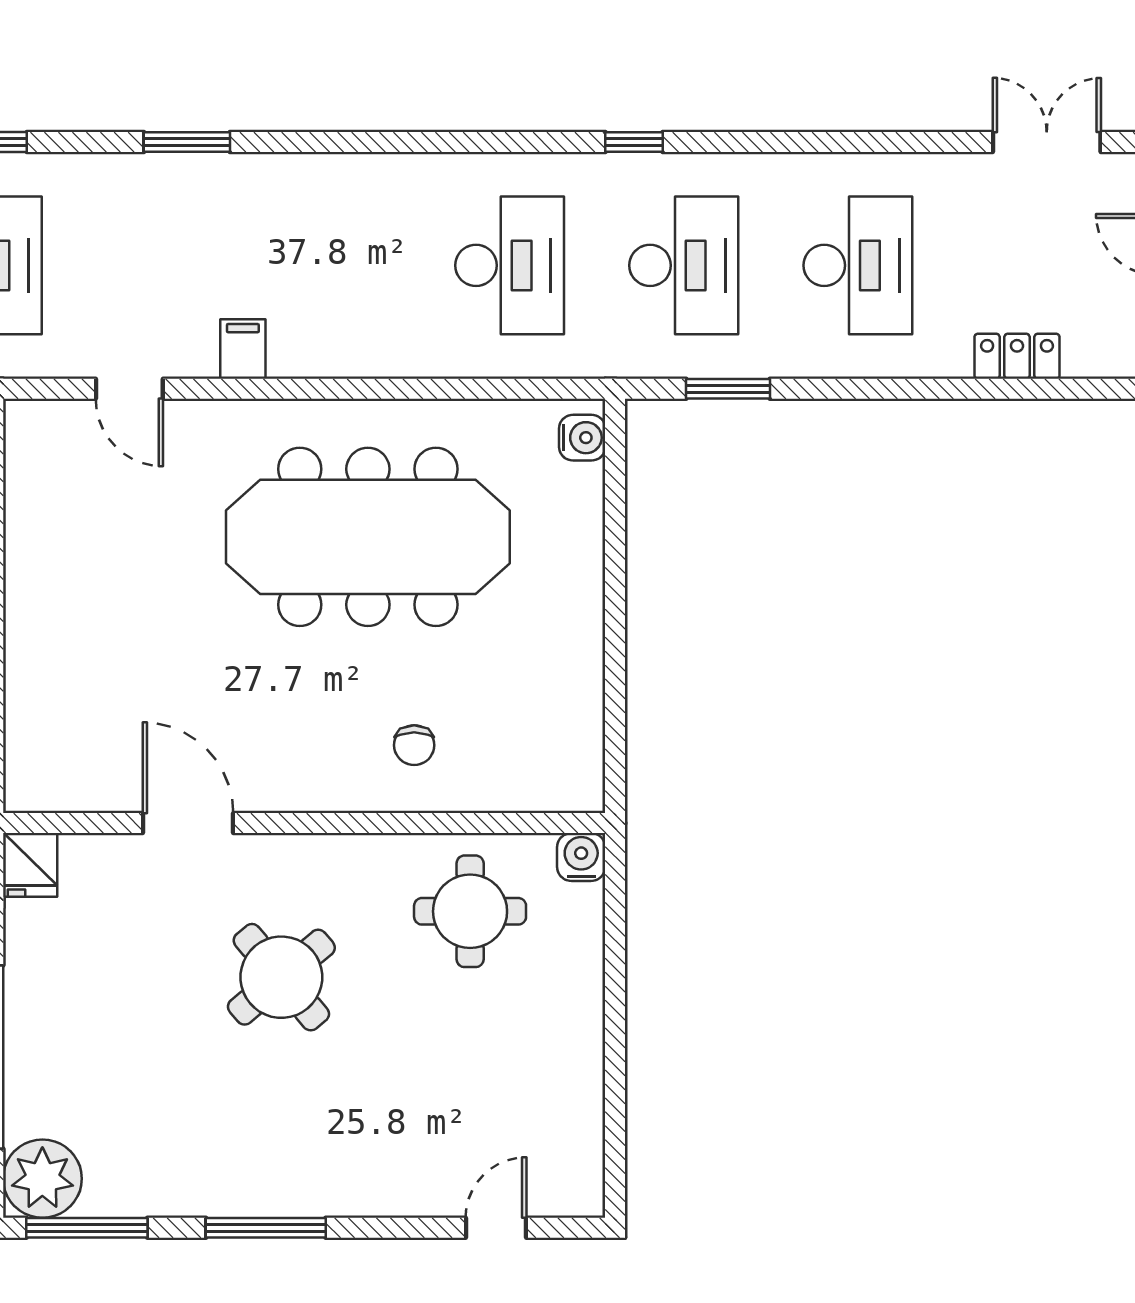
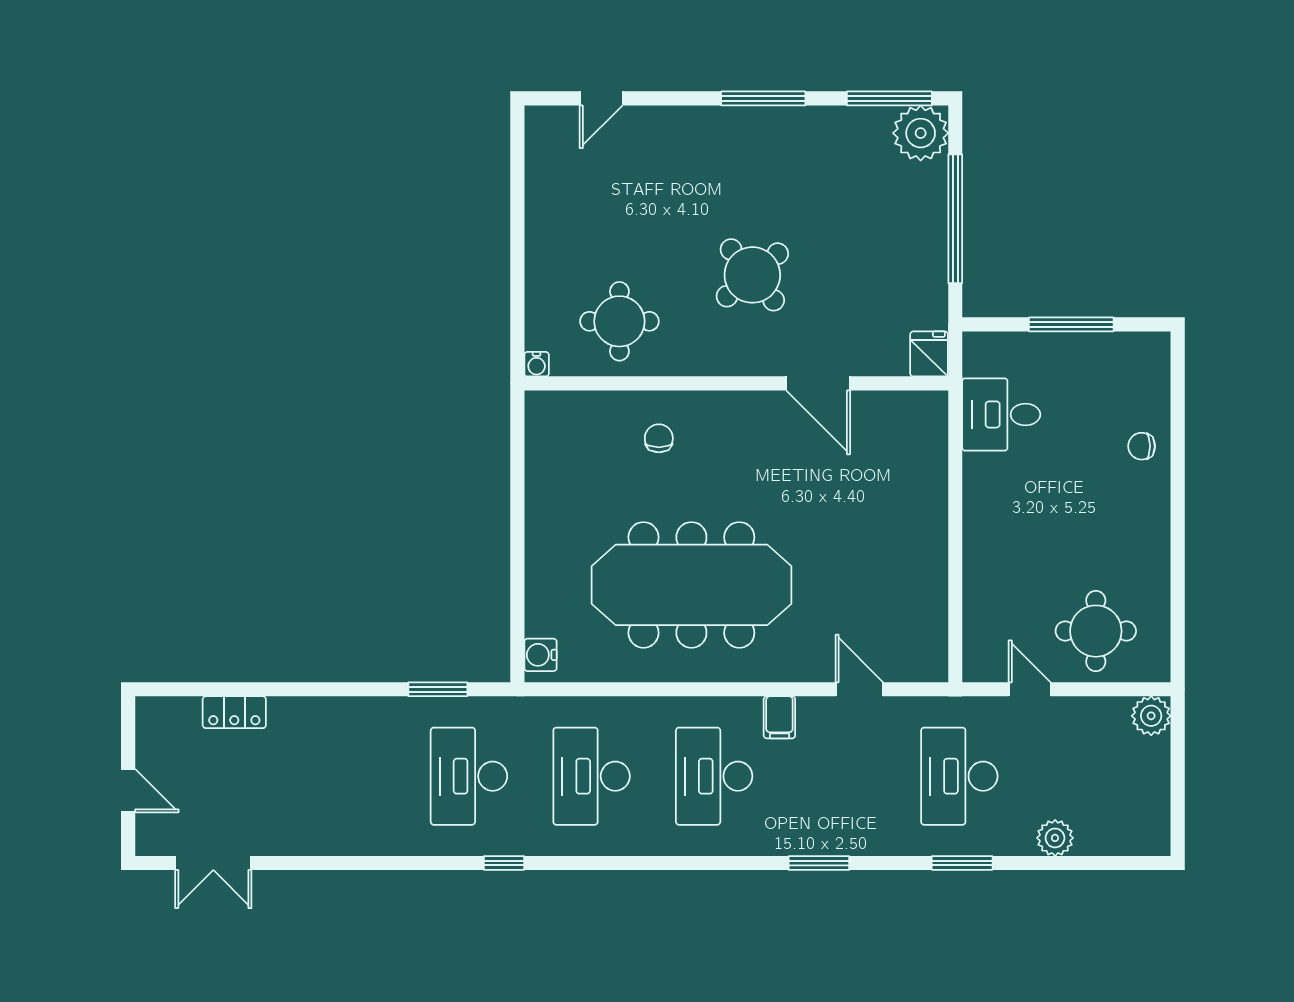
desk: (858, 265) -> (714, 776), moved
water cooler: (581, 857) -> (537, 364), width x0.72, depth x0.72

